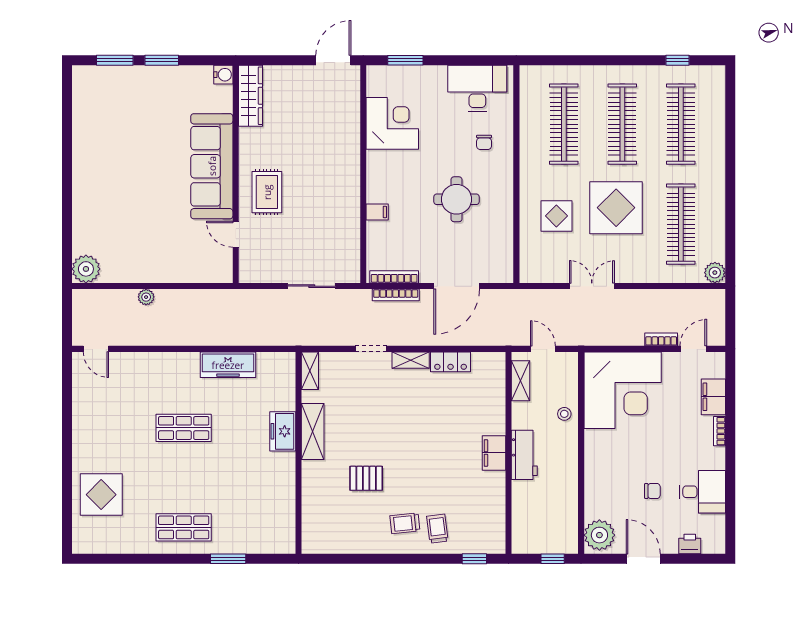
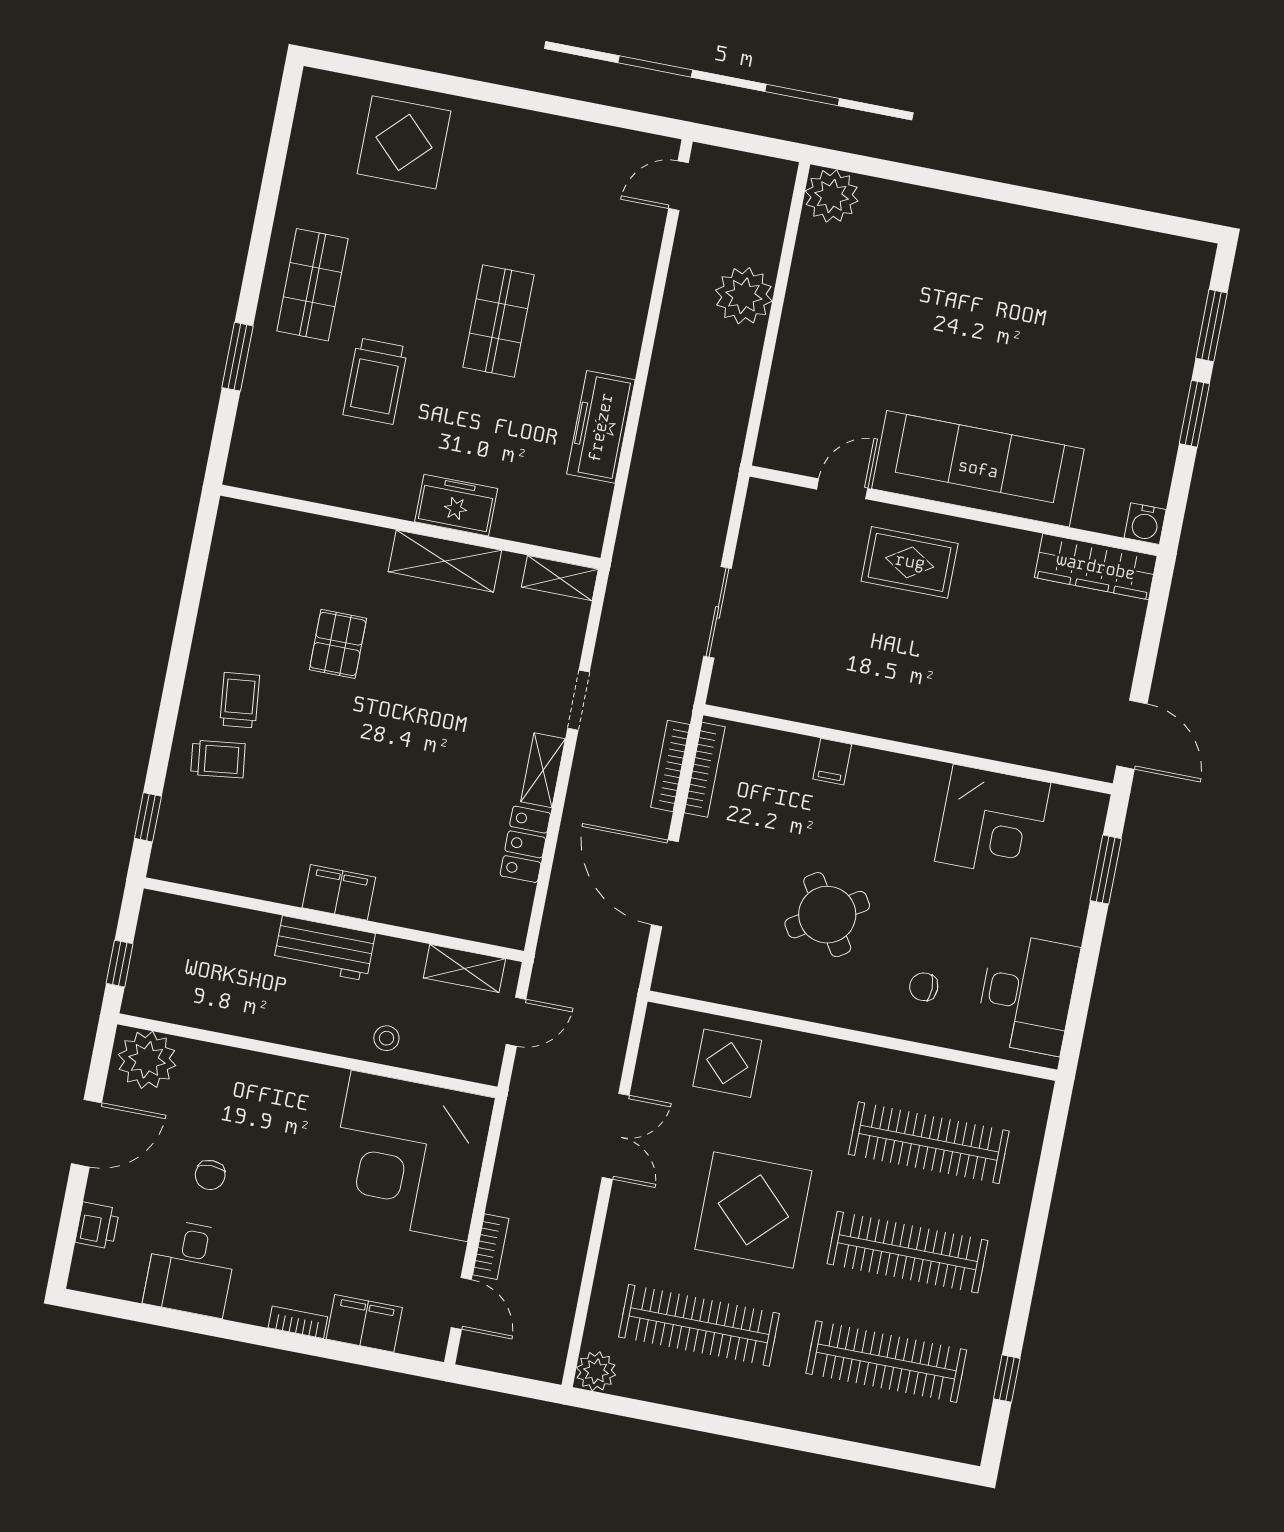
round table: (457, 199) -> (827, 915), turned -32
display table: (556, 216) -> (727, 1063), moved
plant: (146, 297) -> (744, 296), width x1.88, depth x1.88
trolley: (227, 485) -> (375, 381), added

